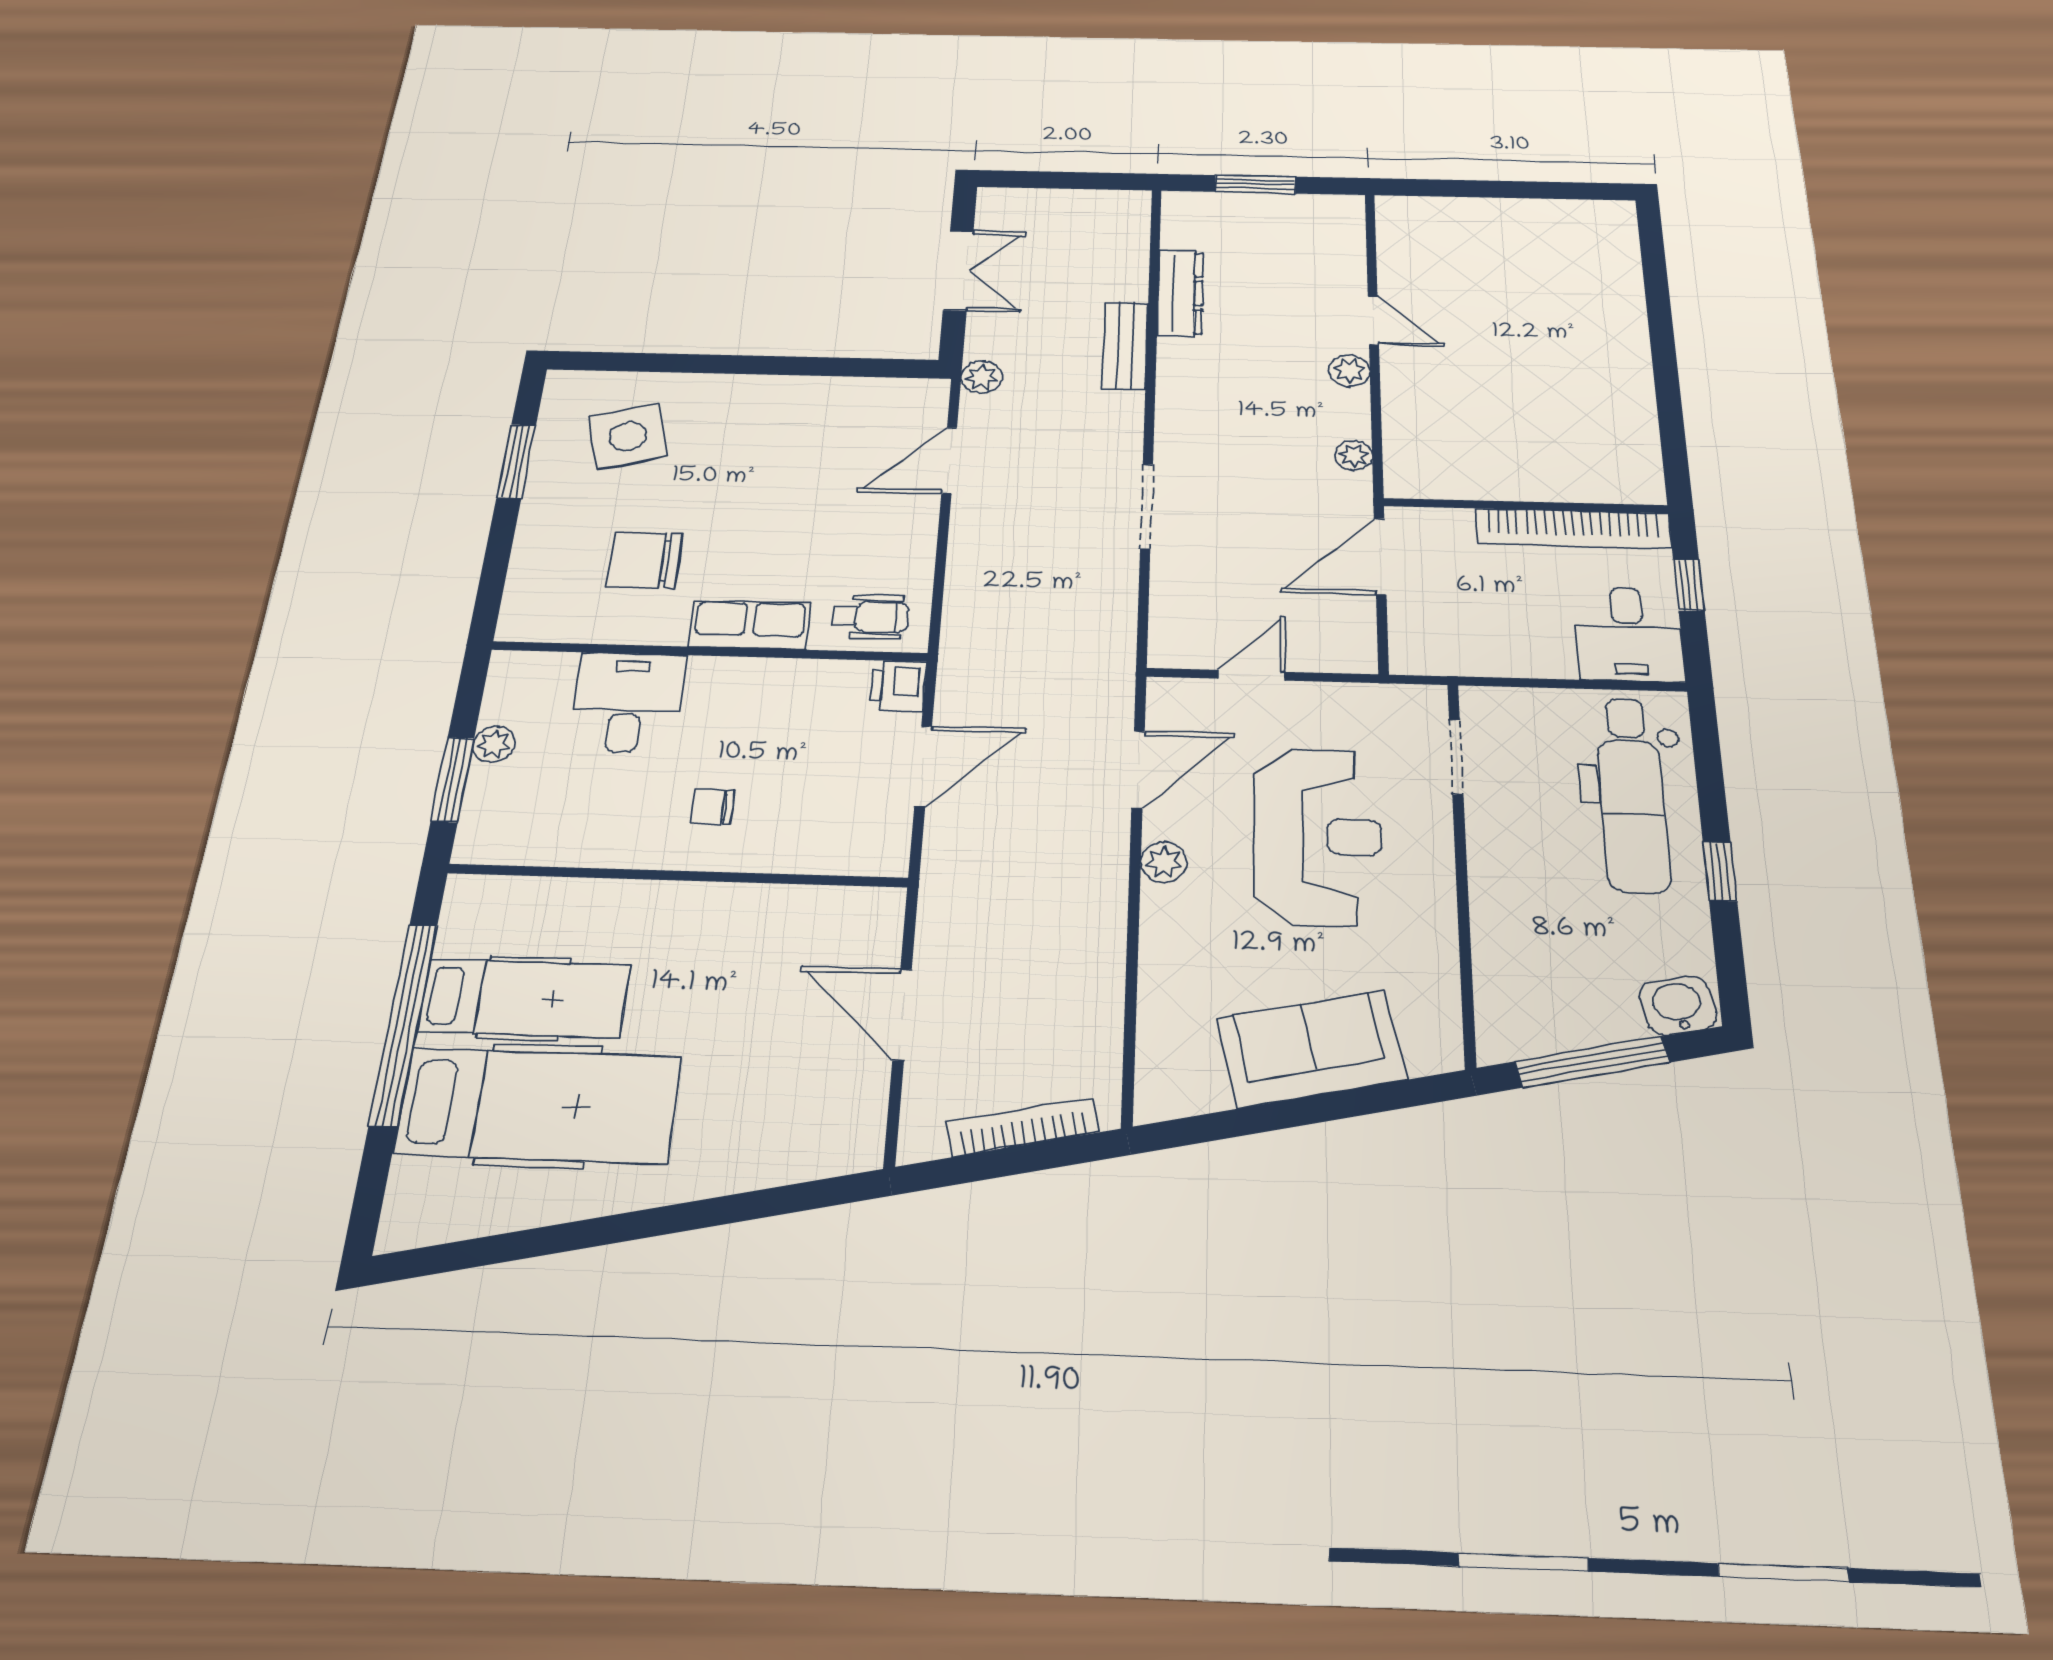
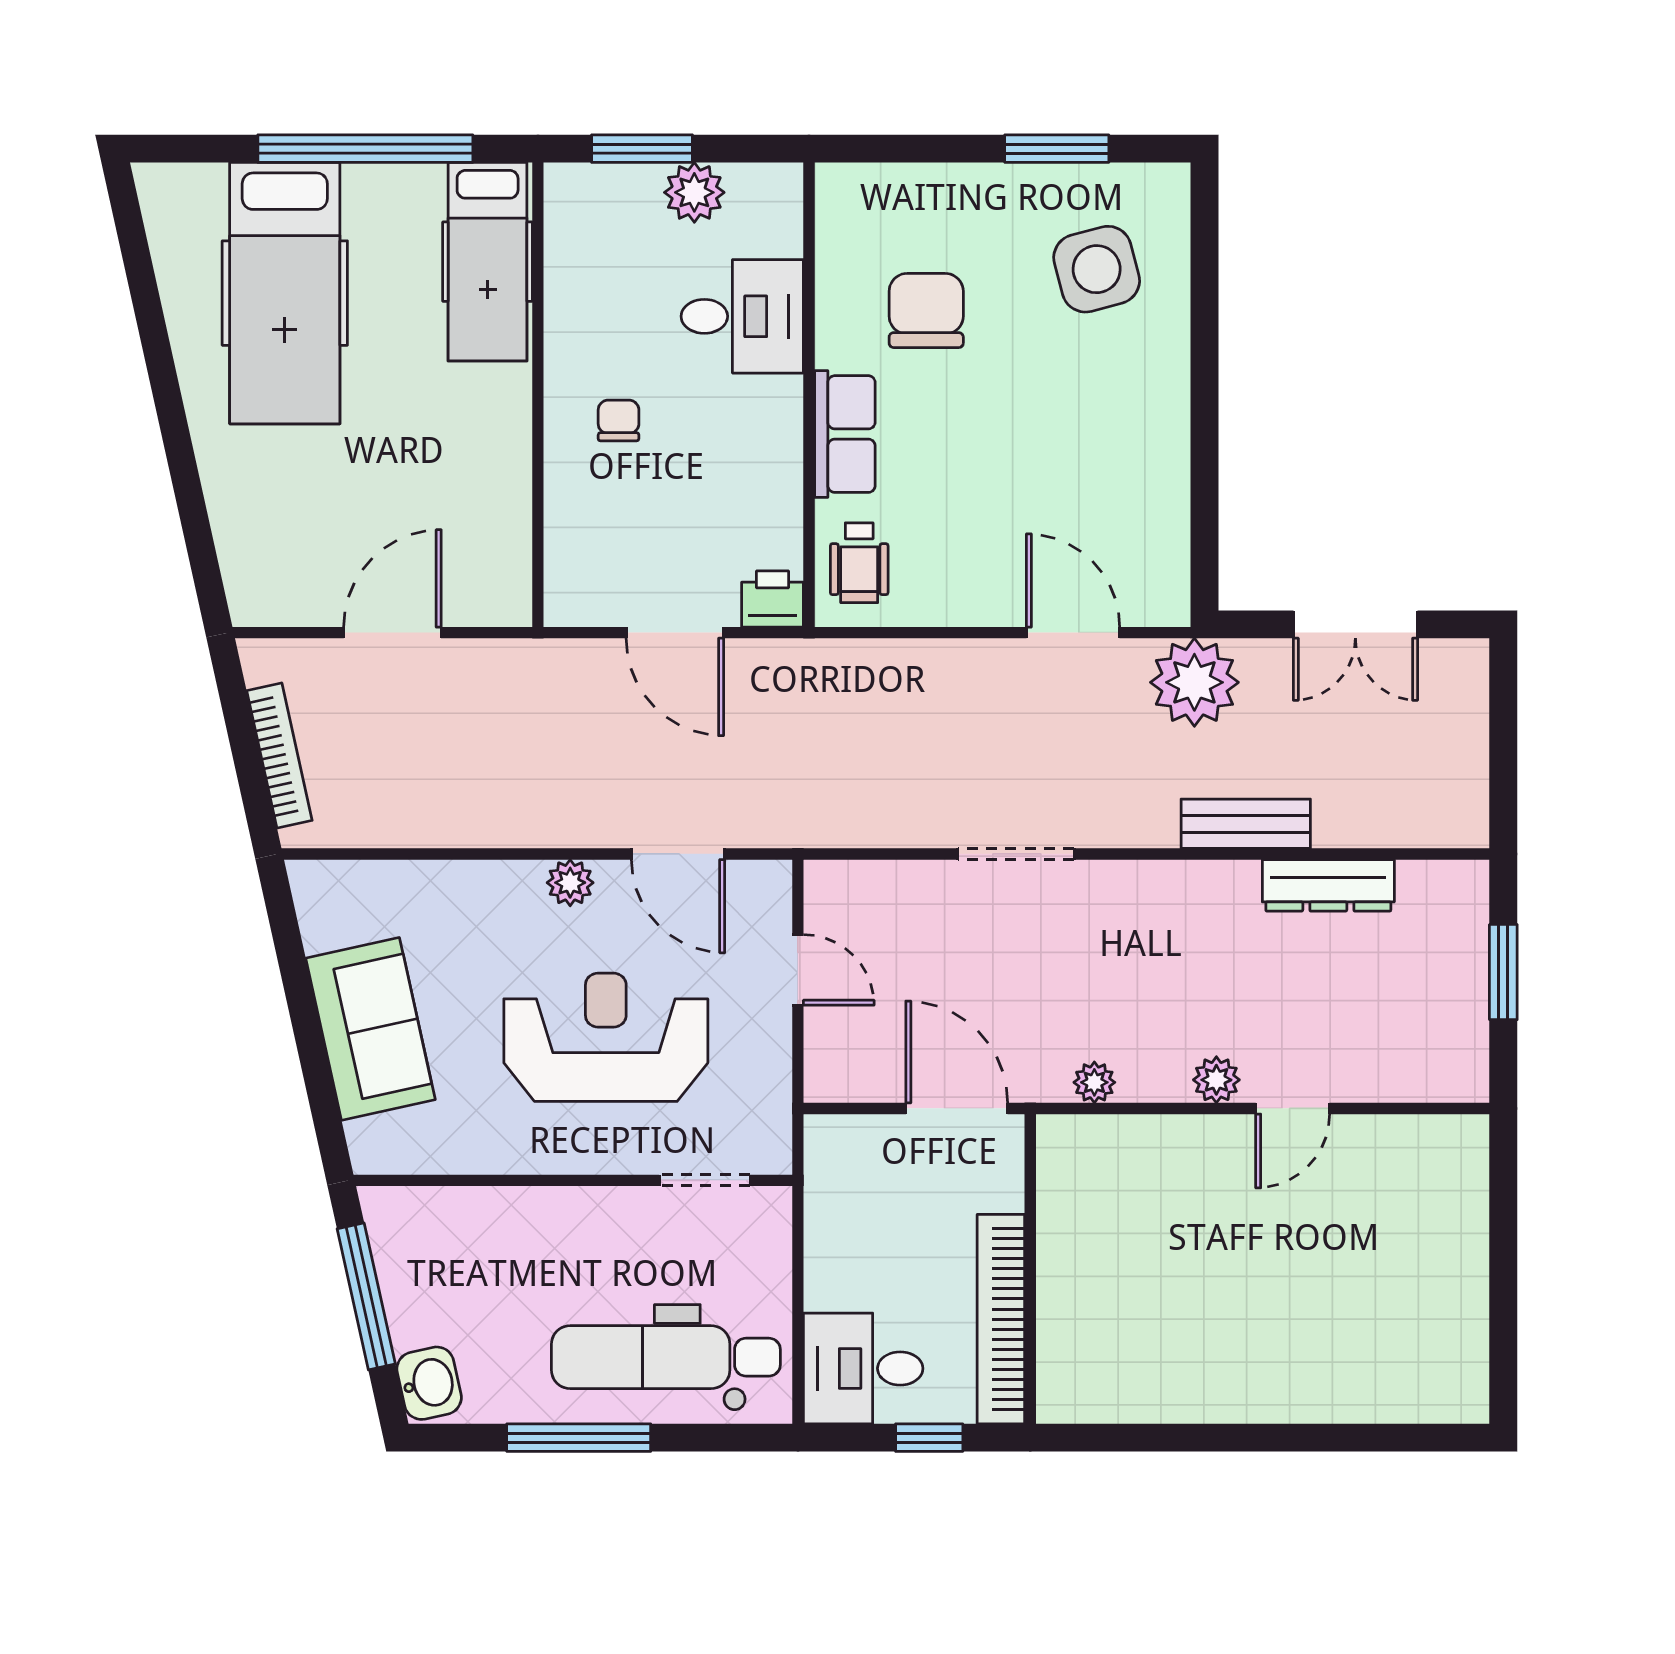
plant: (982, 377) -> (1194, 682), width x1.87, depth x1.87
plant: (494, 744) -> (694, 192), width x1.38, depth x1.38
reception desk: (1318, 836) -> (606, 1037), turned 180
window: (1720, 872) -> (579, 1438), width x2.17
hospital bed: (524, 998) -> (488, 262), moved

